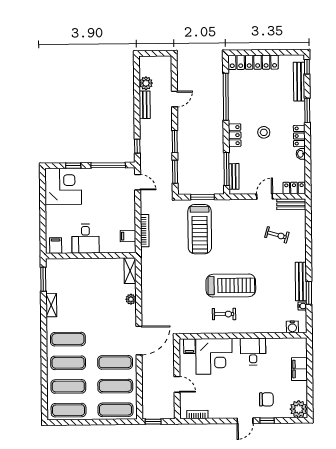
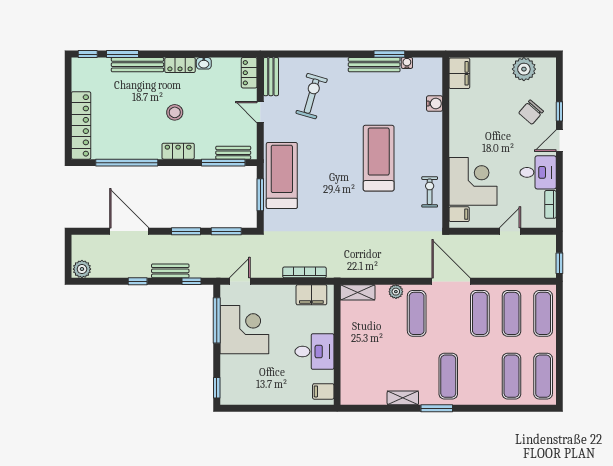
bench: (299, 82) -> (137, 65), moved
plant: (146, 83) -> (82, 269), moved
door: (174, 99) -> (129, 231), width x1.87
bench: (145, 105) -> (170, 271), moved
window: (137, 106) -> (138, 281), added
window: (307, 110) -> (122, 54), moved
window: (73, 166) -> (217, 388), moved
corner desk: (63, 186) -> (244, 330), moved, turned 90
treadmill: (200, 229) -> (282, 175), moved, turned -90
exercise bike: (277, 235) -> (312, 96), width x1.38, depth x1.39
filing cabinet: (128, 236) -> (311, 295), width x2.00
window: (43, 279) -> (437, 408), moved
exercise bike: (224, 314) -> (430, 192), moved
water cooler: (292, 327) -> (435, 104), moved
desk: (253, 352) -> (538, 172), moved, turned 180
exercise mat: (68, 363) -> (417, 313), moved
filing cabinet: (299, 369) -> (459, 73), moved, turned -90
chair: (266, 399) -> (531, 112), turned -139
plant: (299, 409) -> (524, 69), moved
door: (245, 421) -> (559, 141), swing flipped

